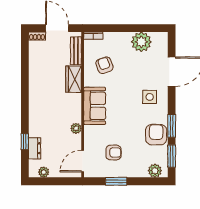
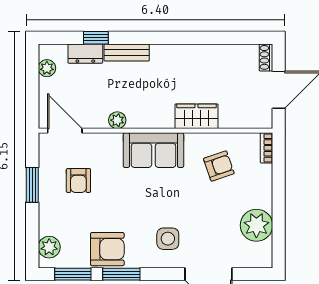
bench: (76, 51) -> (127, 52), moved

